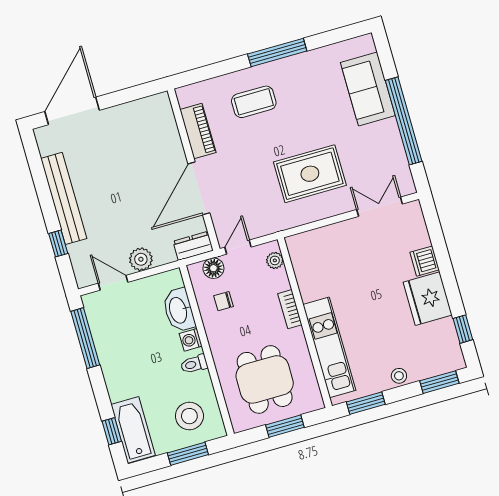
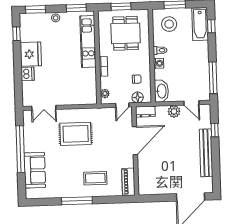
piano: (198, 131) -> (128, 182), moved
washbasin: (179, 310) -> (161, 91), moved

